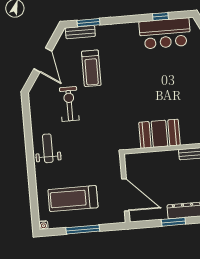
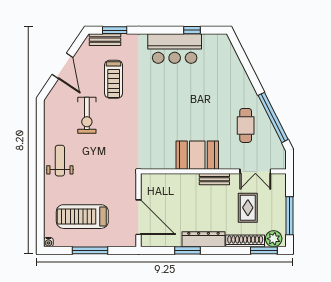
bar counter: (165, 33) -> (175, 49), moved
exercise bike: (69, 104) -> (87, 115), turned 180
booth: (159, 134) -> (197, 155), moved

